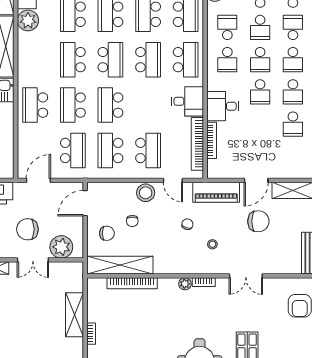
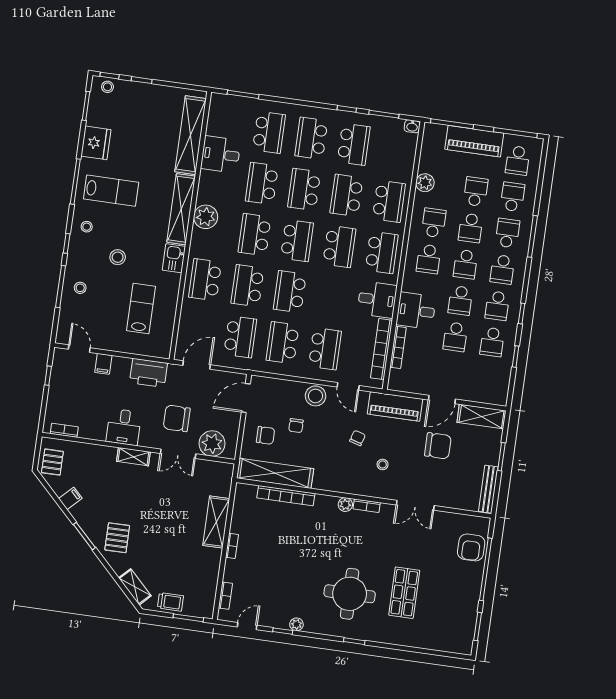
plant: (28, 20) -> (206, 217), moved
school desk: (260, 124) -> (455, 337), added

